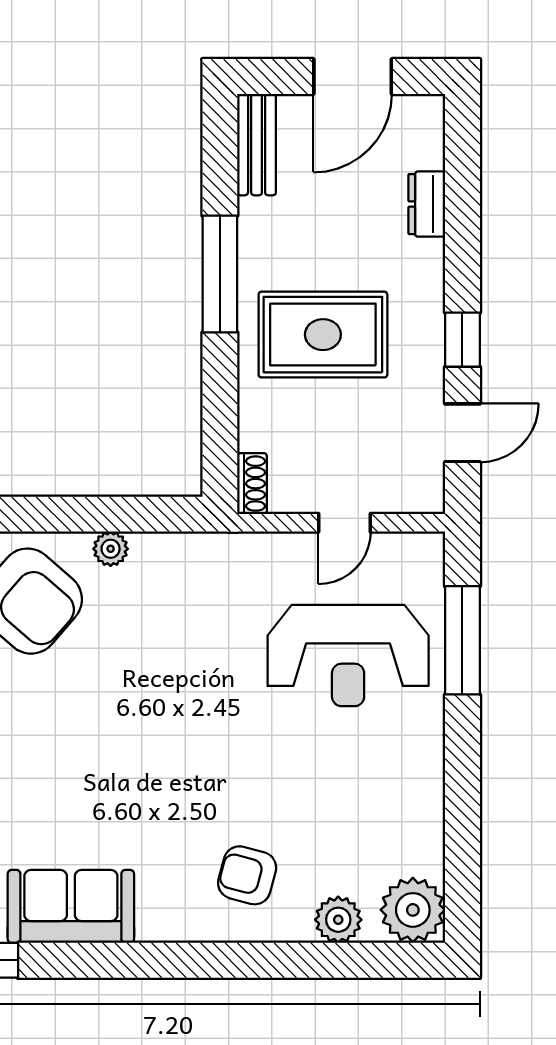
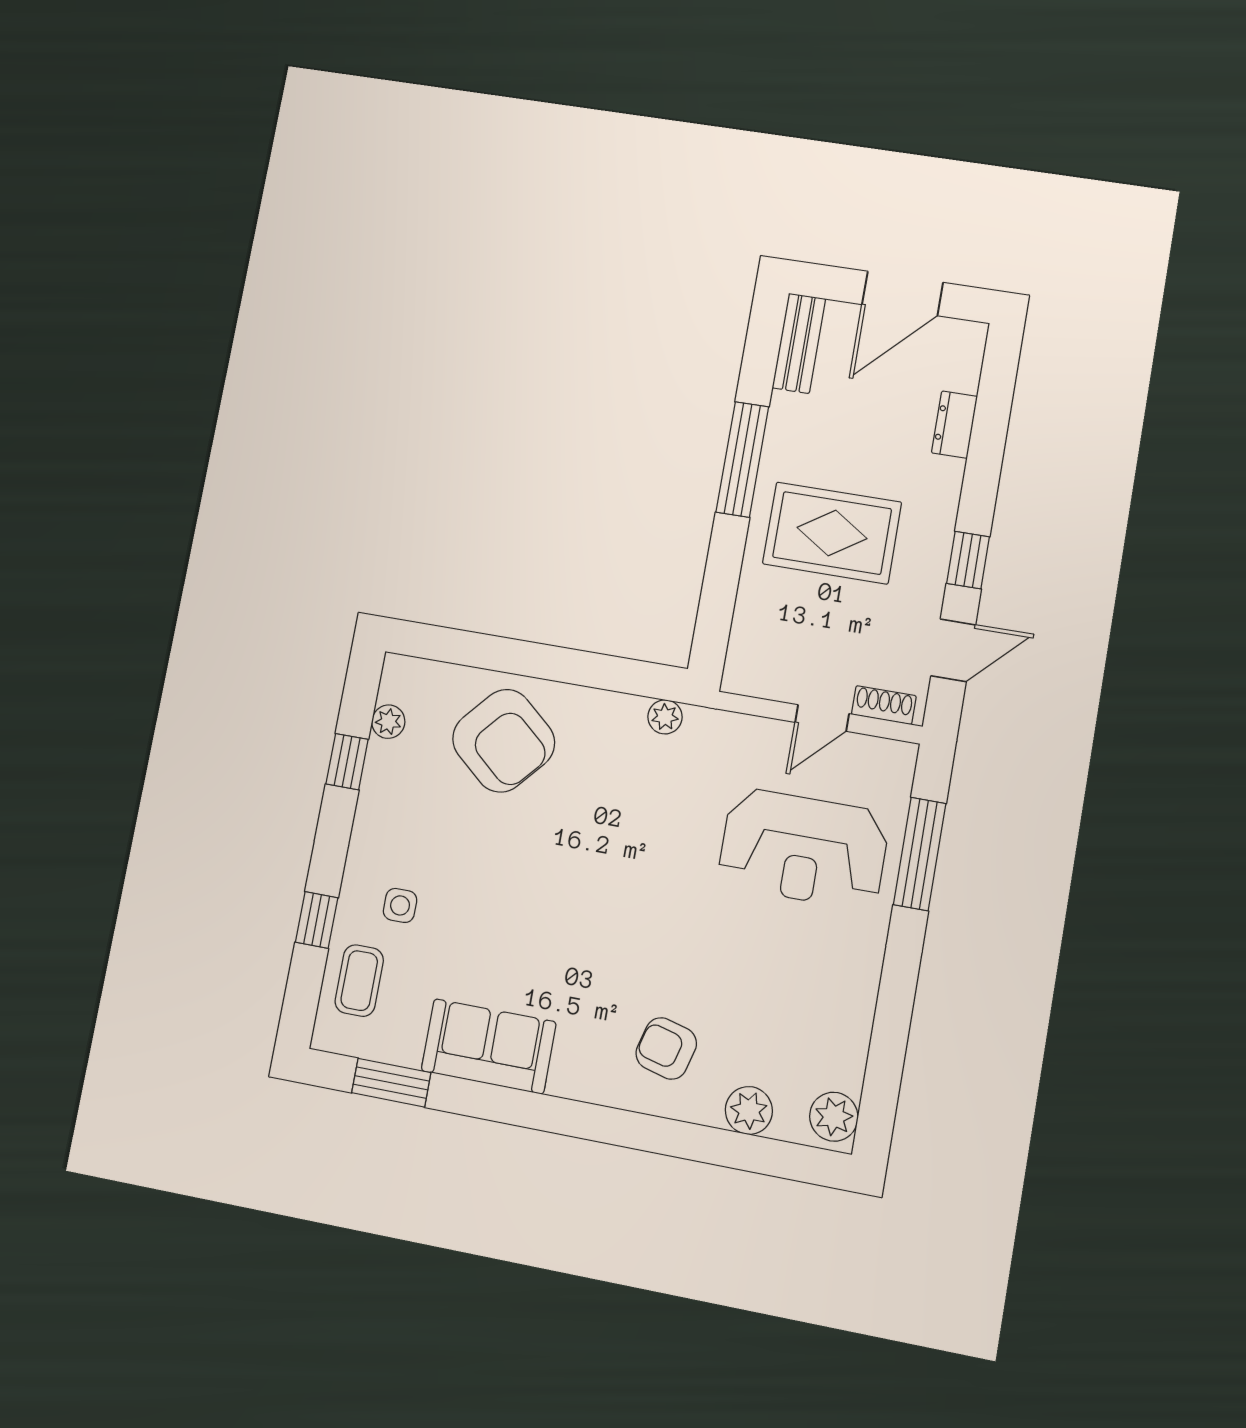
shoe rack: (252, 484) -> (884, 705), moved, turned -90
plant: (111, 549) -> (665, 717), moved
plant: (413, 910) -> (834, 1117), width x0.73, depth x0.73

